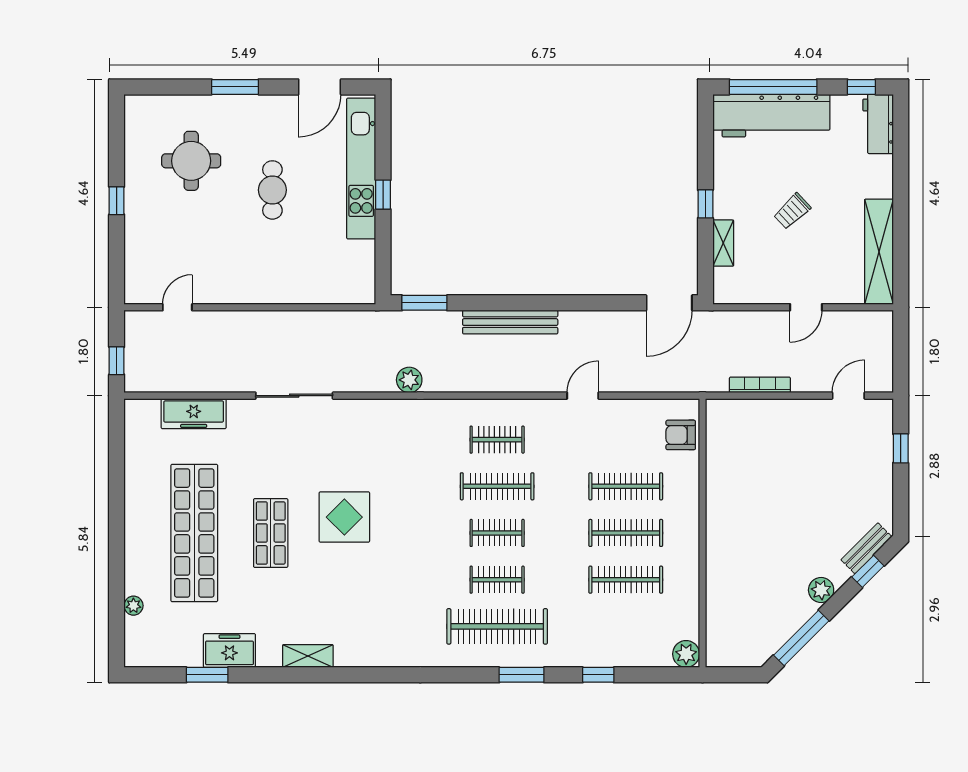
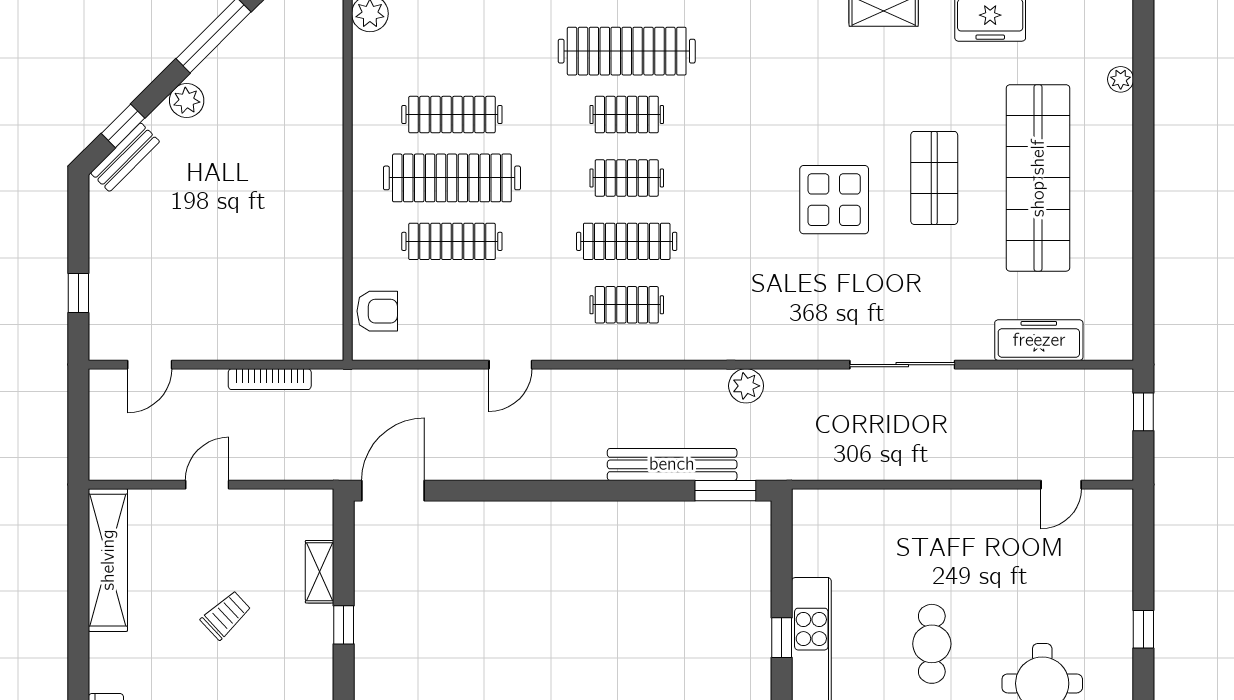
bench: (510, 322) -> (672, 464), moved
clothes rail: (626, 533) -> (452, 178), width x1.37, depth x1.31

